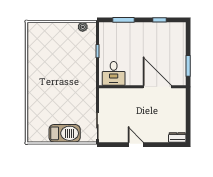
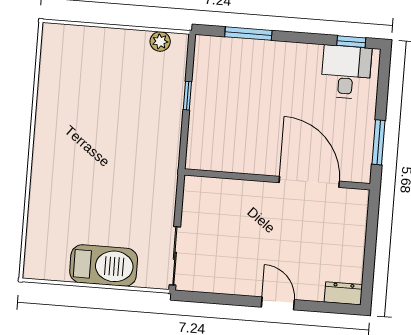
window: (160, 20) -> (351, 42), moved
desk: (114, 73) -> (346, 72), moved, turned 180
door: (136, 145) -> (278, 303), moved

